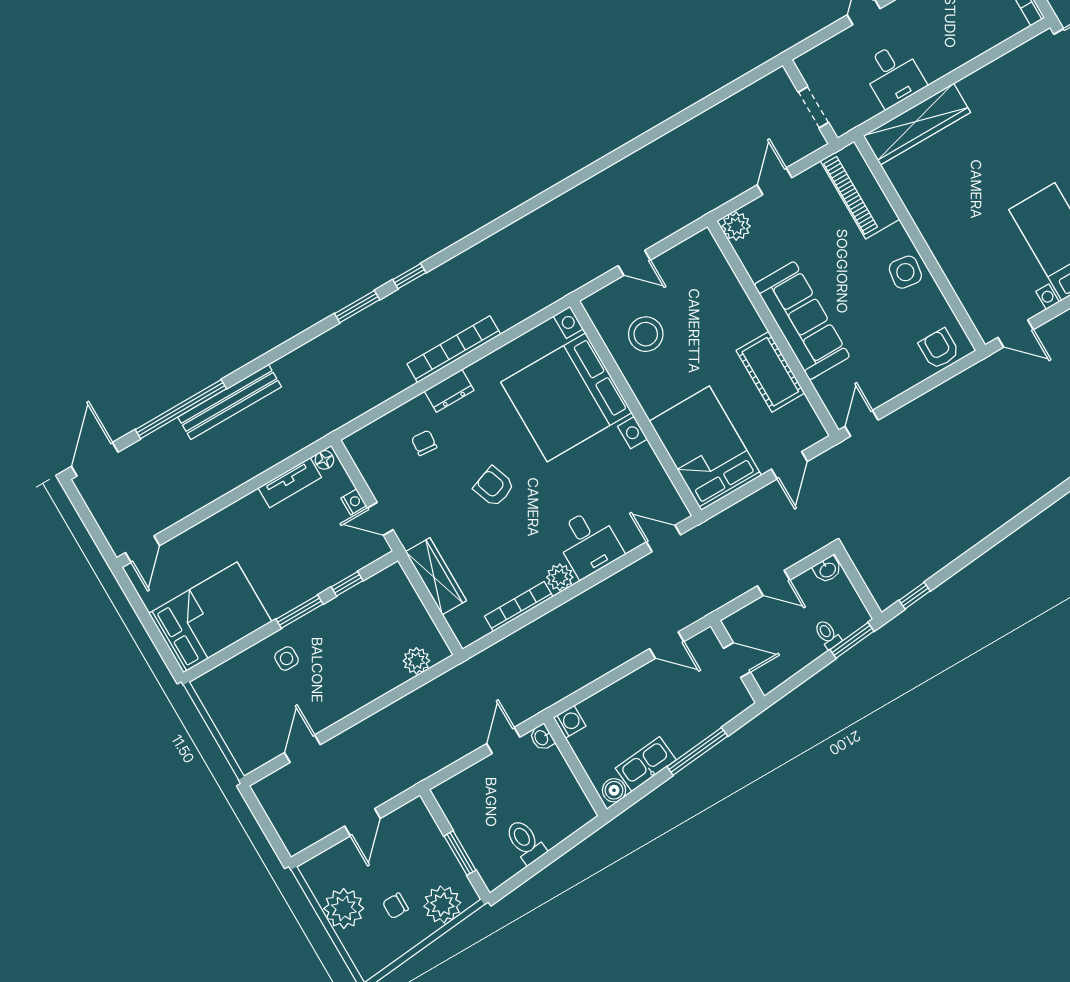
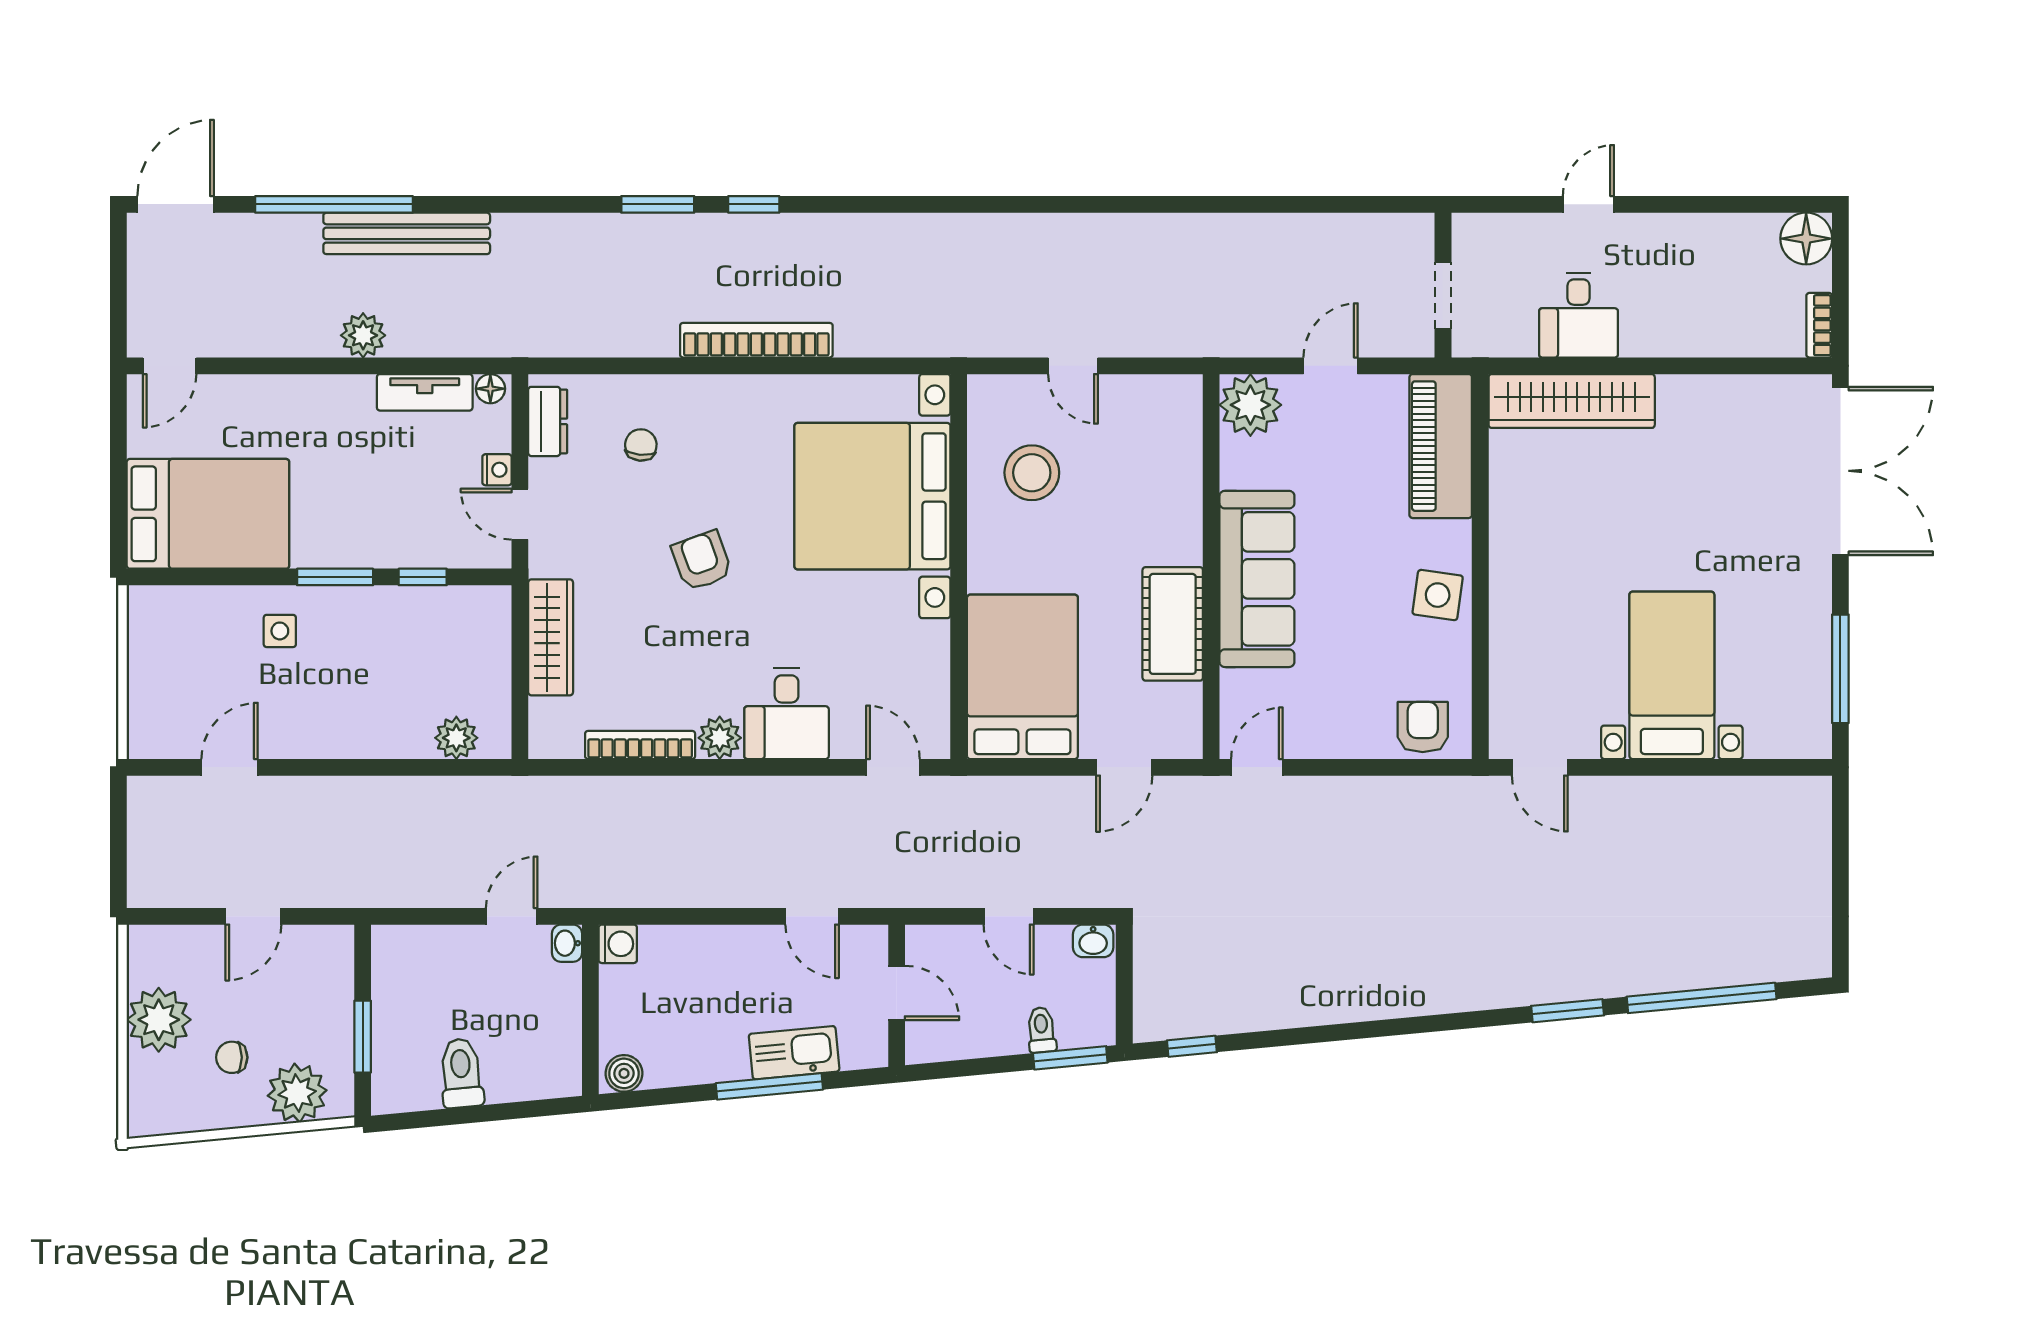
plant: (736, 226) -> (1250, 405), width x1.36, depth x1.36
dresser: (449, 391) -> (548, 421), moved, turned -90
plant: (238, 471) -> (363, 335), added
kitchen sink: (646, 764) -> (794, 1053), moved

